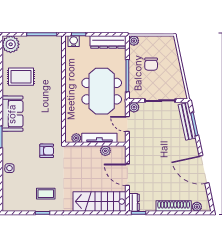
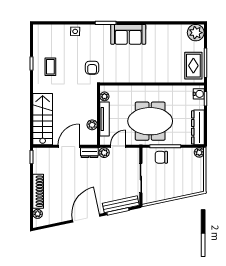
chair: (151, 64) -> (161, 157), moved
rug: (21, 77) -> (193, 66), moved
plant: (134, 107) -> (104, 153), moved
door: (204, 169) -> (86, 218), moved
dresser: (134, 202) -> (89, 153), moved

